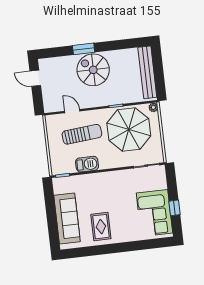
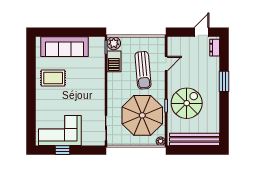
dresser: (50, 63) -> (215, 48), added
spiral stairs: (93, 70) -> (187, 103), moved
barbecue: (87, 164) -> (114, 61), moved
plant: (57, 168) -> (114, 43), added

